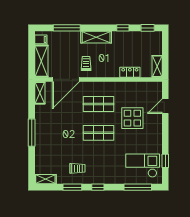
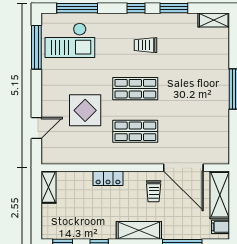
locker: (130, 72) -> (108, 178), moved
door: (66, 79) -> (183, 168), swing flipped
shelving: (40, 93) -> (222, 148), removed
window: (165, 161) -> (36, 47), width x2.17
trolley: (77, 168) -> (146, 45), moved

